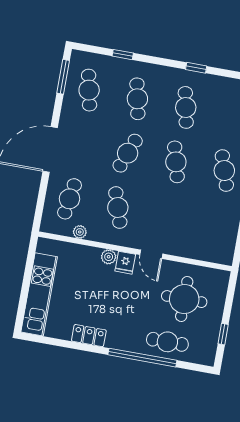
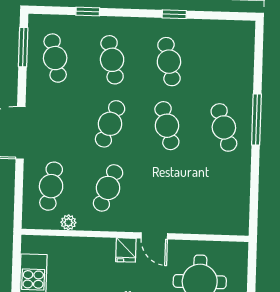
cafe table: (118, 208) -> (108, 188), turned 39
plant: (109, 257) -> (106, 246), removed

